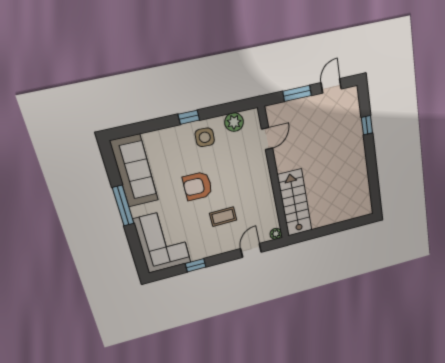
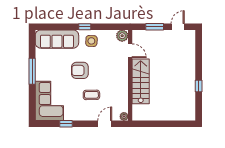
plant: (234, 122) -> (122, 36), moved
window: (367, 125) -> (199, 86), moved
door: (267, 139) -> (130, 51), hinge flipped
sofa: (134, 171) -> (57, 39), moved, turned 90
stairs: (295, 203) -> (141, 81), moved

